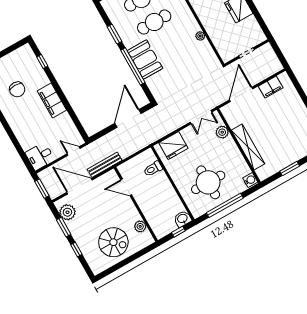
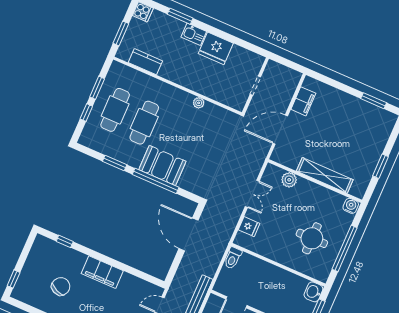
chair: (17, 89) -> (61, 286), turned -66
door: (241, 94) -> (280, 130), hinge flipped
double door: (201, 117) -> (252, 194), moved
fridge: (173, 145) -> (249, 227), width x0.53, depth x0.75
toilet: (153, 169) -> (233, 258), moved
round table: (208, 182) -> (312, 238), width x0.73, depth x0.73

